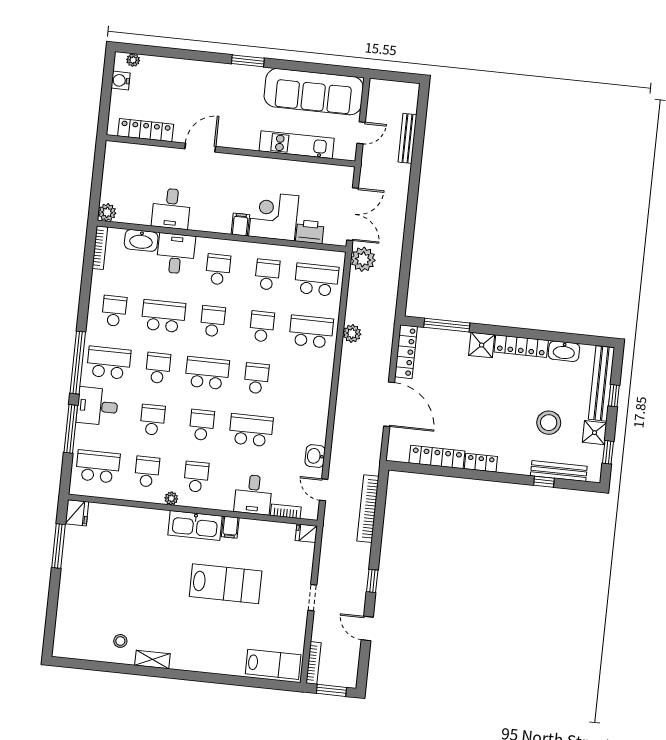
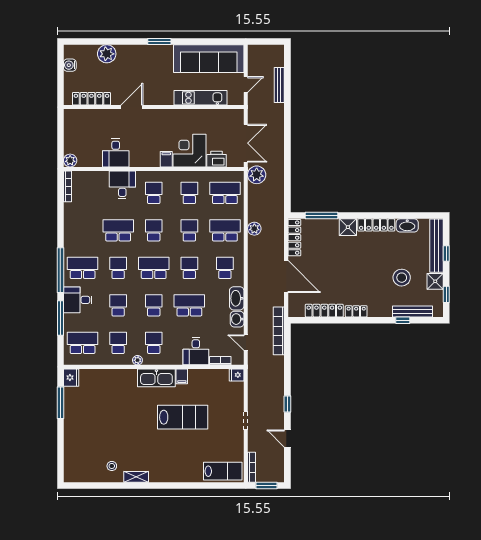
plant: (133, 60) -> (107, 54), moved, width x1.87, depth x1.87
washbasin: (141, 240) -> (237, 298), moved, turned 90
school desk: (114, 311) -> (225, 268), moved
bookcase: (368, 509) -> (279, 331), moved

